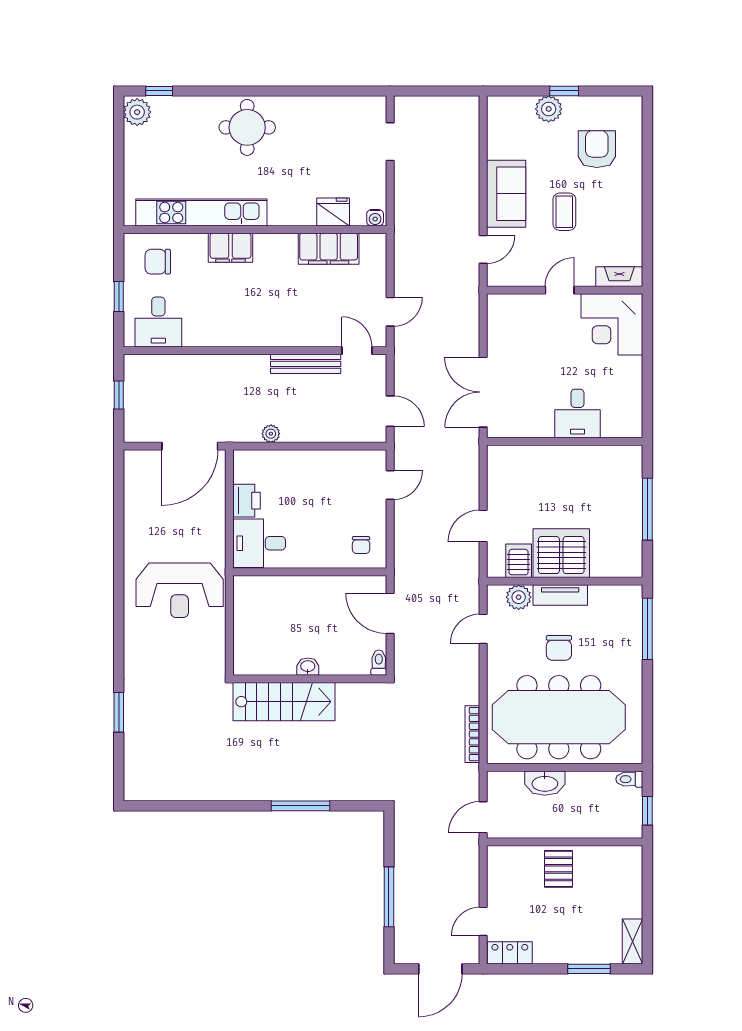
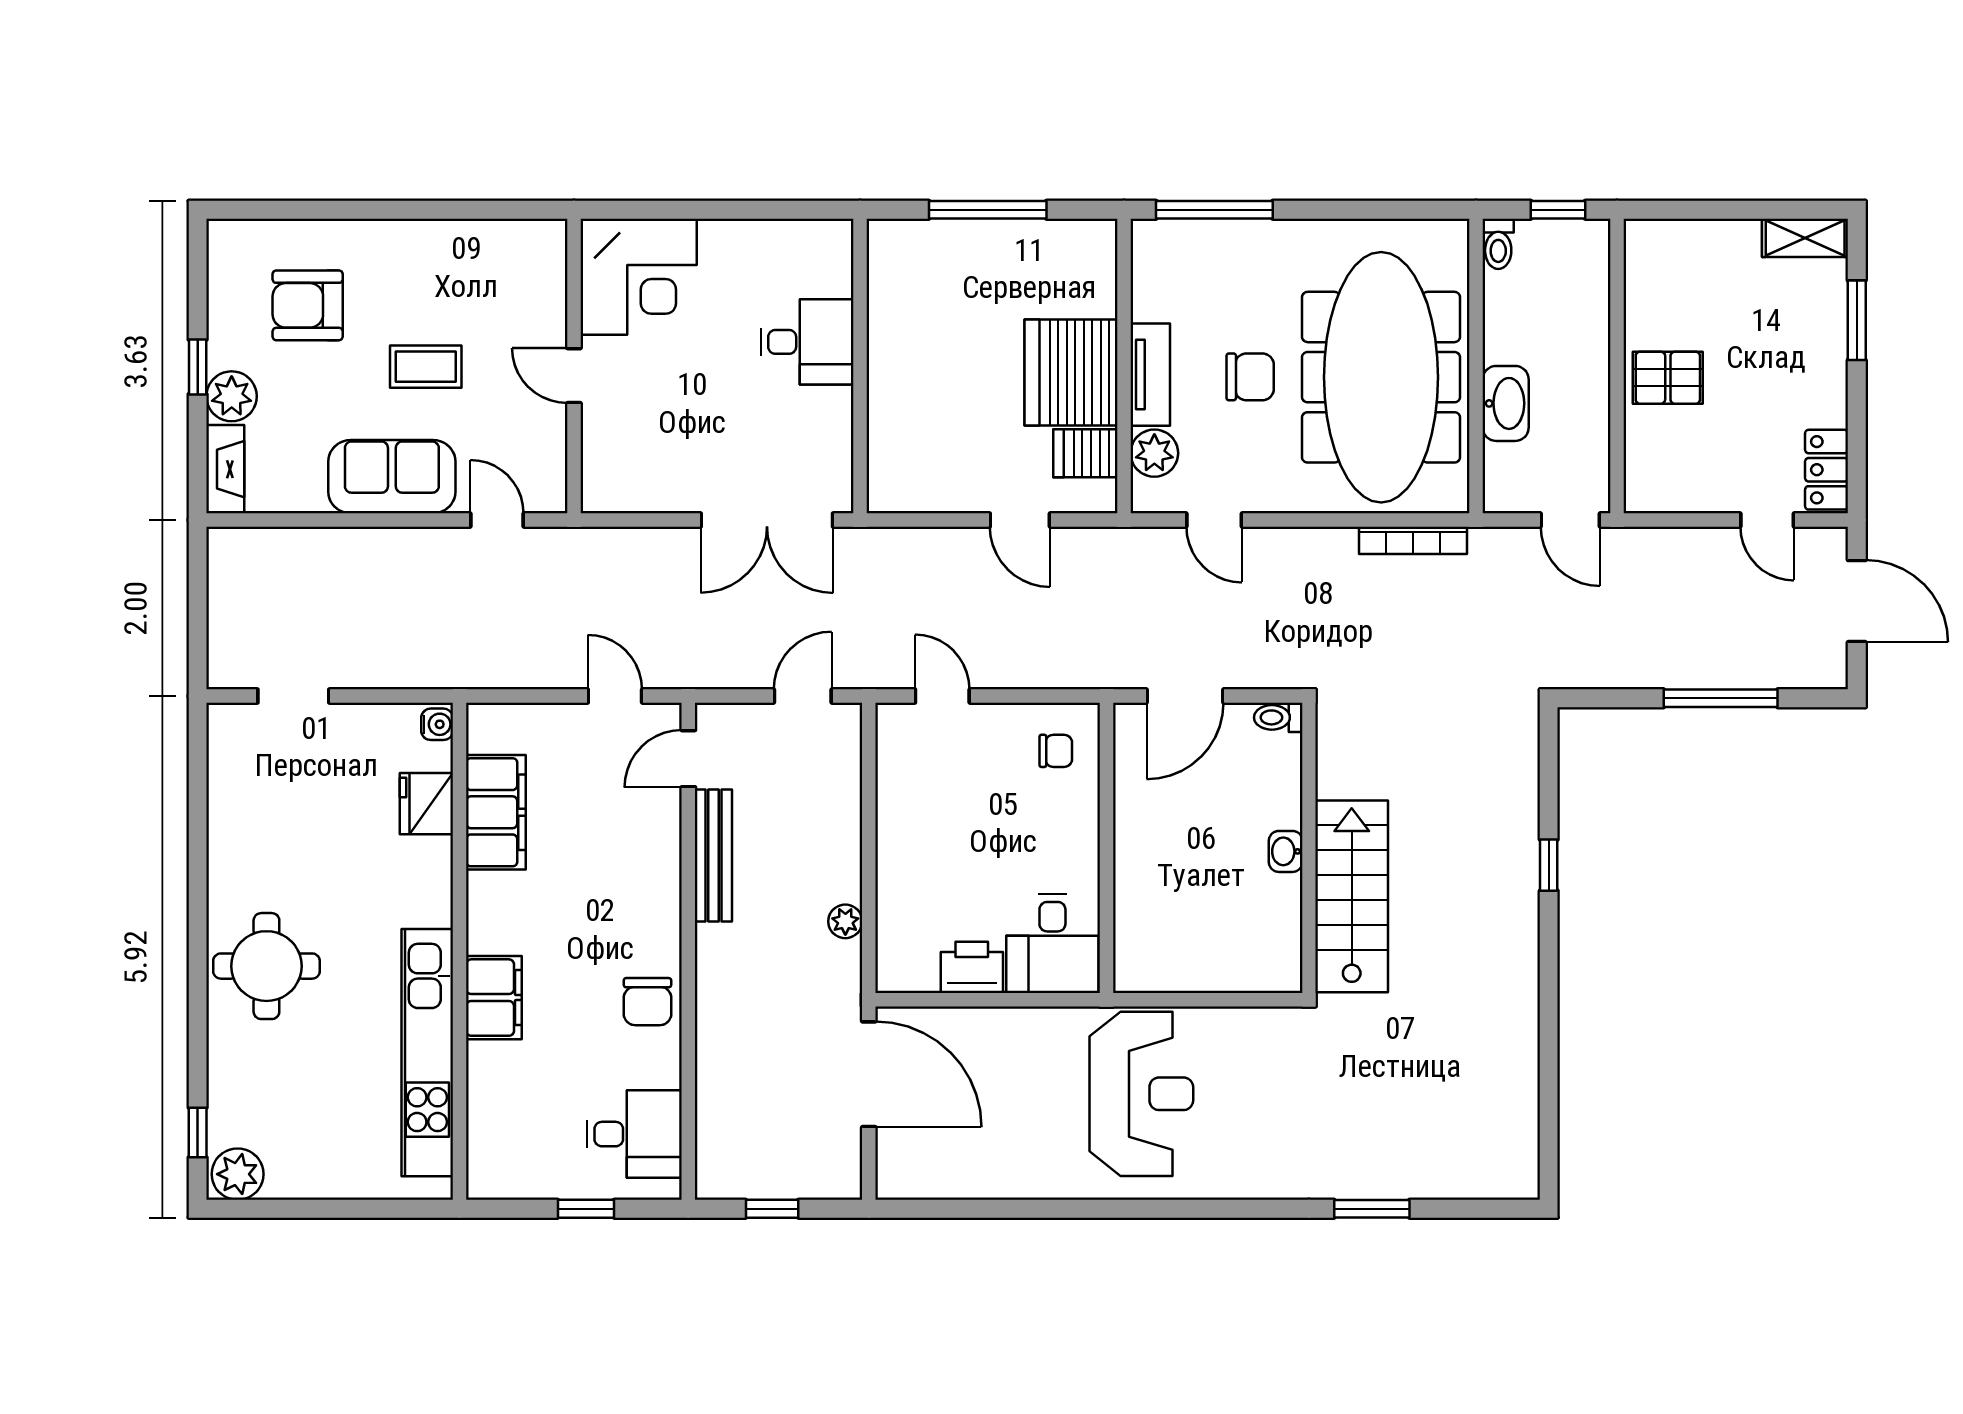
chair: (158, 262) -> (647, 1002), moved
fireplace: (619, 277) -> (225, 469), moved, turned 180
window: (301, 806) -> (1549, 865), width x0.46

